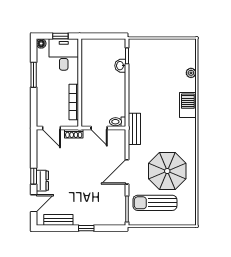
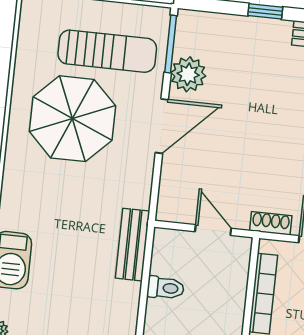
toilet: (118, 122) -> (166, 288), moved
bench: (134, 129) -> (133, 245), moved
plant: (118, 196) -> (188, 74), added

